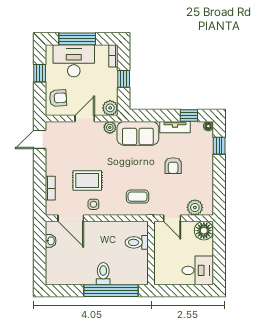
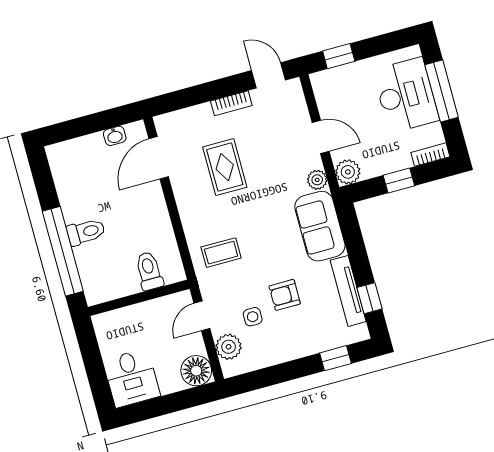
window: (40, 73) -> (339, 56), moved
armchair: (58, 98) -> (341, 86), removed
floor lamp: (208, 126) -> (361, 333), removed
tv unit: (175, 127) -> (348, 291), width x1.41
bookcase: (50, 188) -> (231, 103), moved
coffee table: (138, 197) -> (221, 253), turned 90
side table: (93, 204) -> (253, 317), moved

